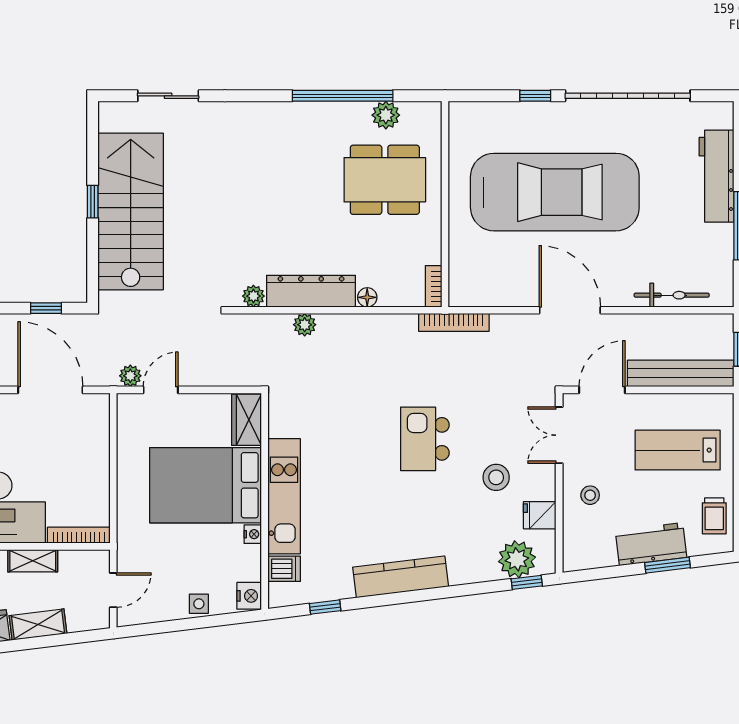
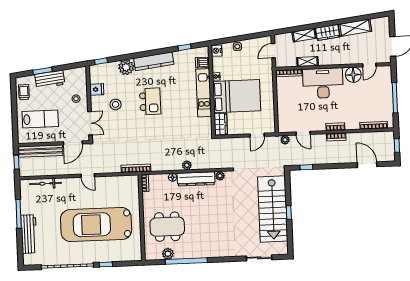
door: (570, 310) -> (88, 175), width x0.53
plant: (305, 325) -> (187, 165), moved
plant: (130, 376) -> (285, 140), moved
door: (50, 390) -> (303, 133), width x0.53
kitchen island: (425, 439) -> (150, 101), moved
plant: (517, 559) -> (126, 67), moved

